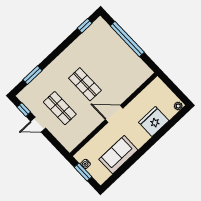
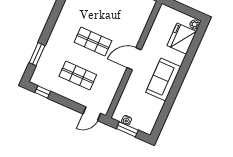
fridge: (154, 121) -> (182, 39), moved
door: (38, 125) -> (92, 114), moved
sofa: (118, 155) -> (163, 79), moved

